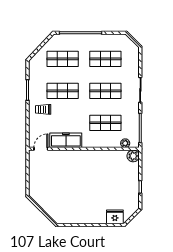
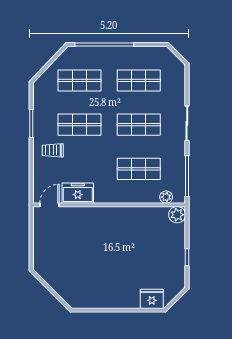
freezer: (66, 140) -> (78, 193), width x0.71

